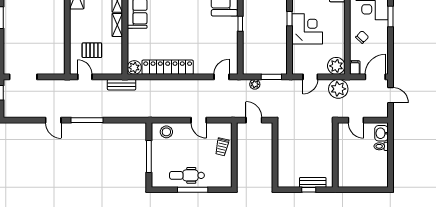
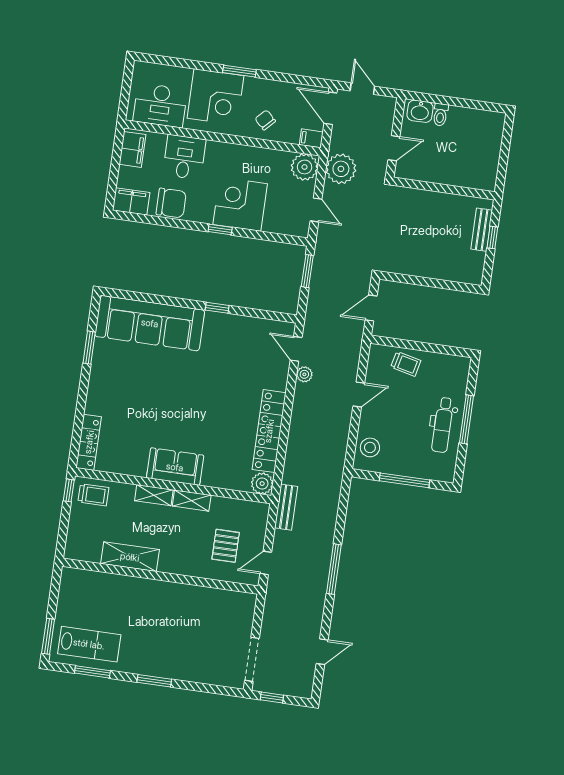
plant: (255, 84) -> (304, 374), moved
door: (390, 95) -> (362, 89), hinge flipped
door: (53, 120) -> (322, 652), moved

